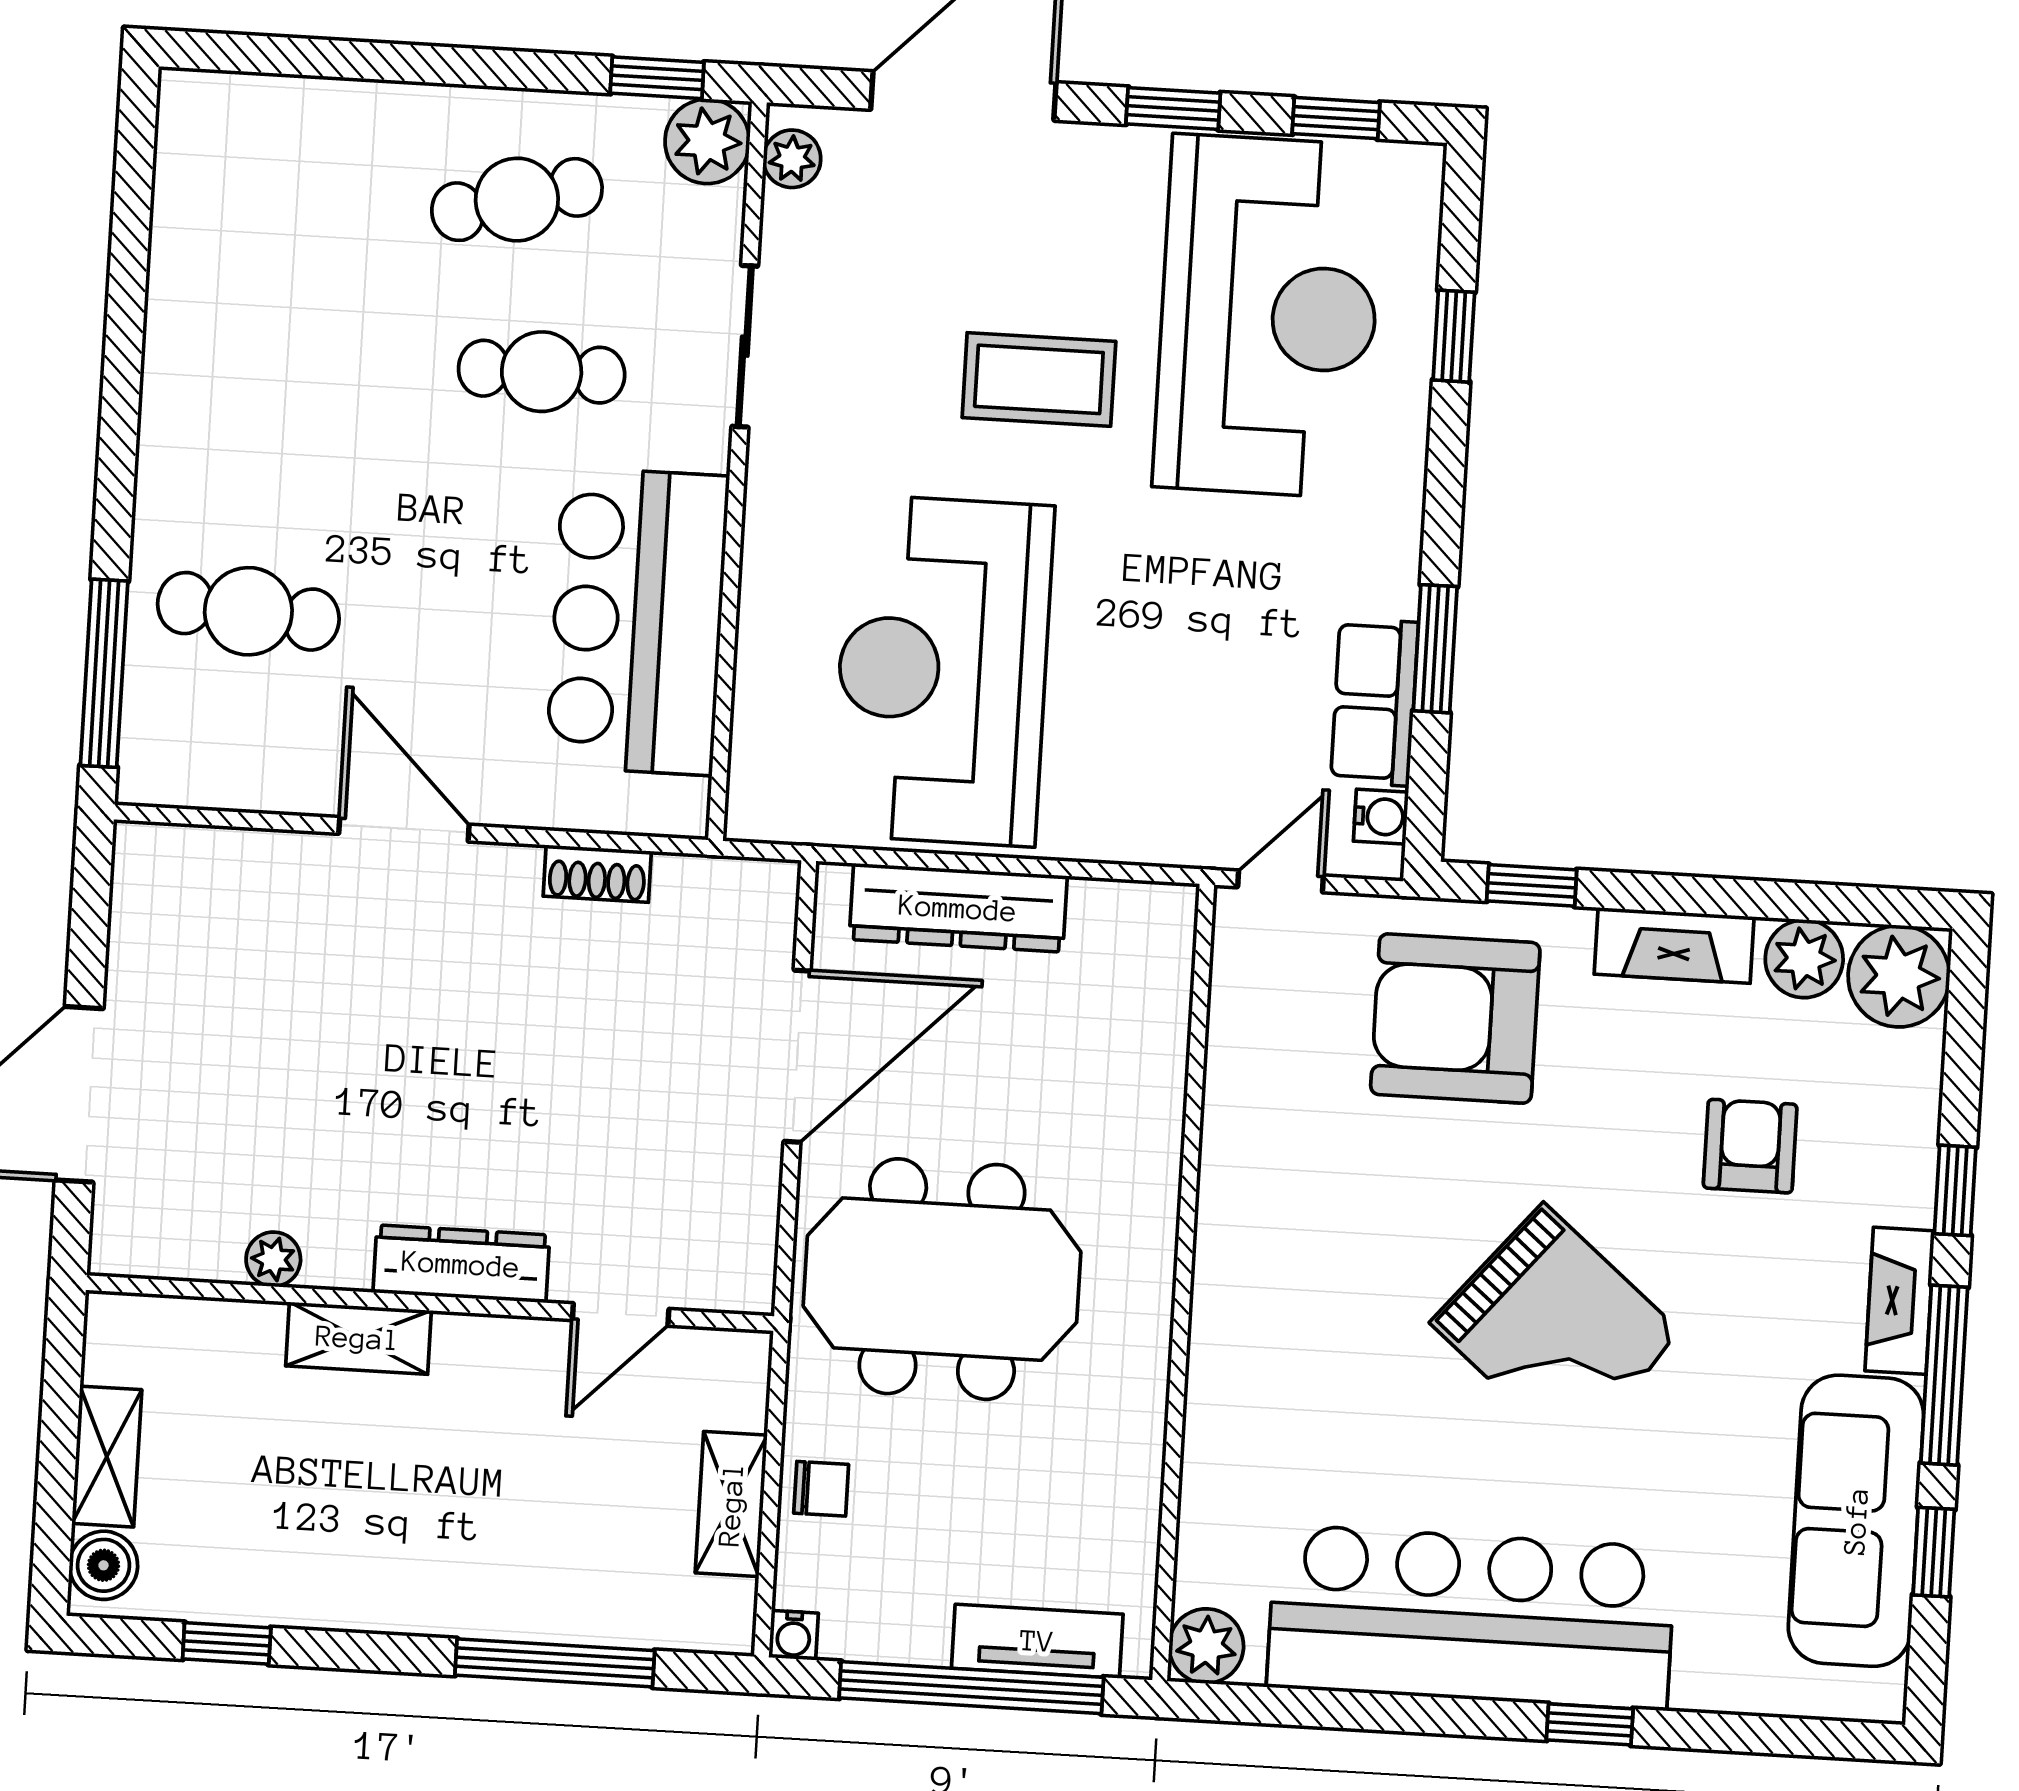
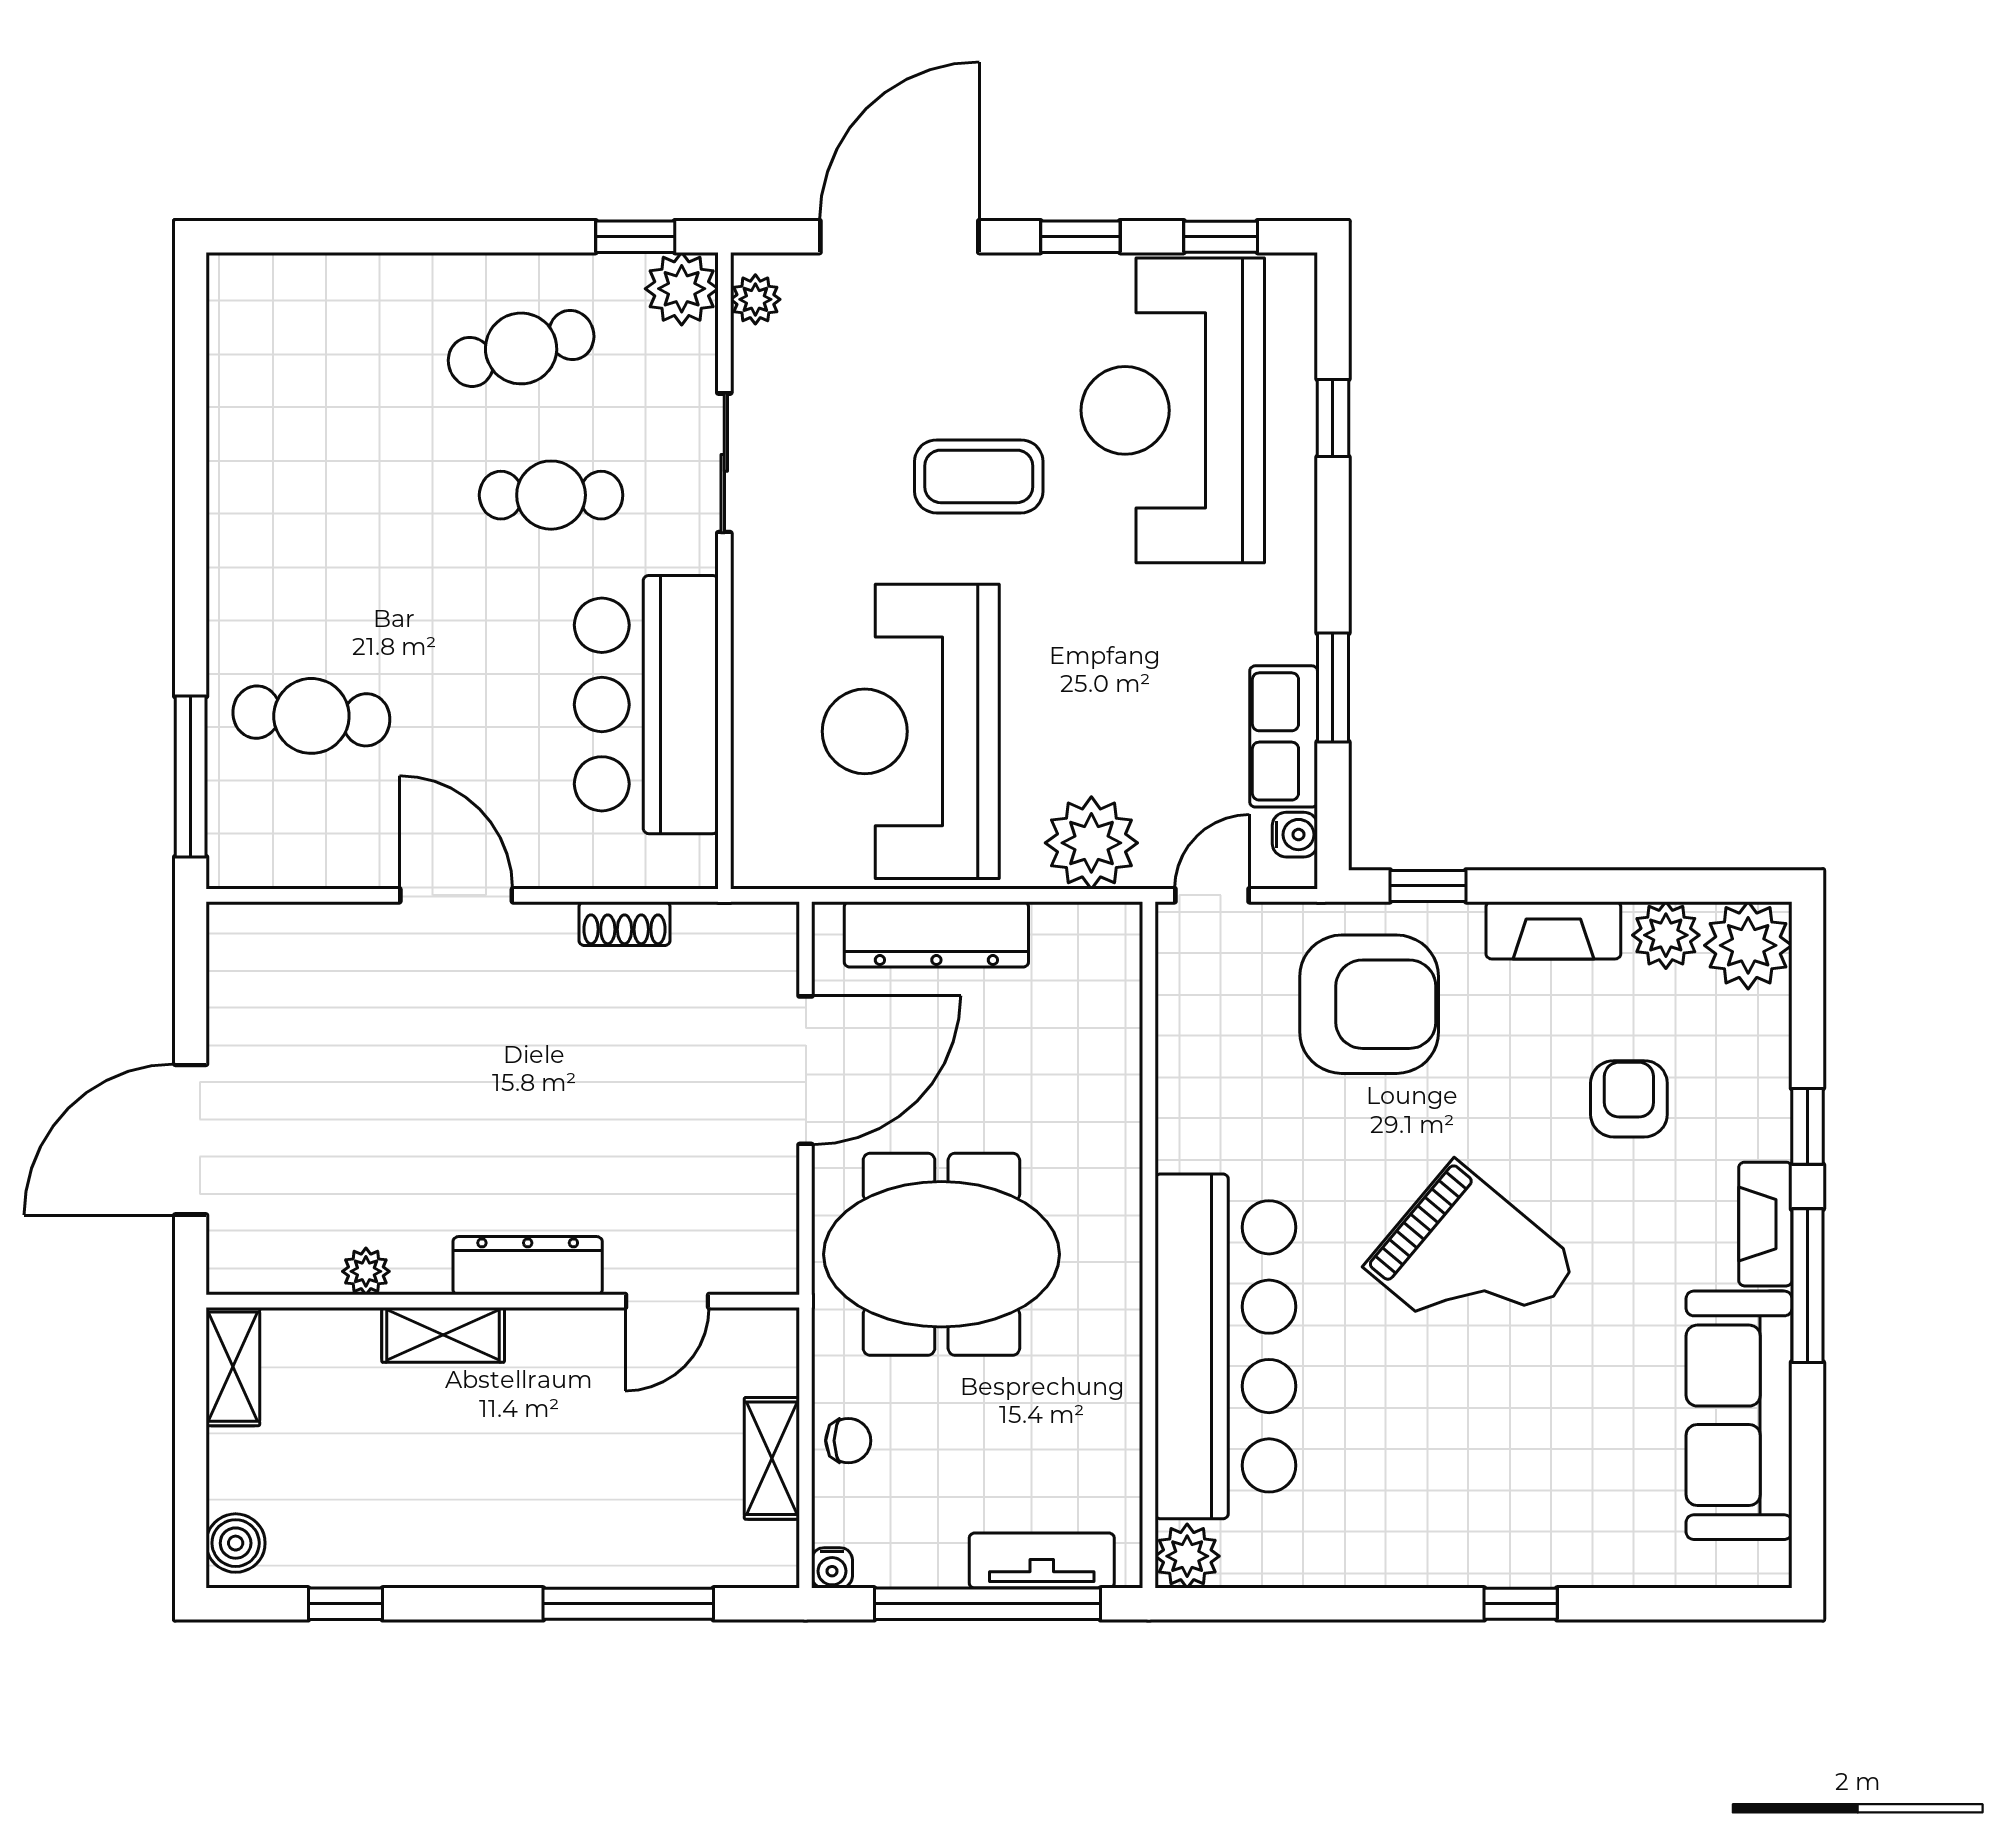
reception desk: (1268, 316) -> (1173, 410), turned 180
plant: (1144, 812) -> (1091, 843), added
armchair: (1455, 1019) -> (1369, 1004), turned 180
shelving: (107, 1457) -> (233, 1367), moved
window: (1934, 1552) -> (1807, 1438), removed
bar counter: (1471, 1617) -> (1225, 1346), moved, turned 90

